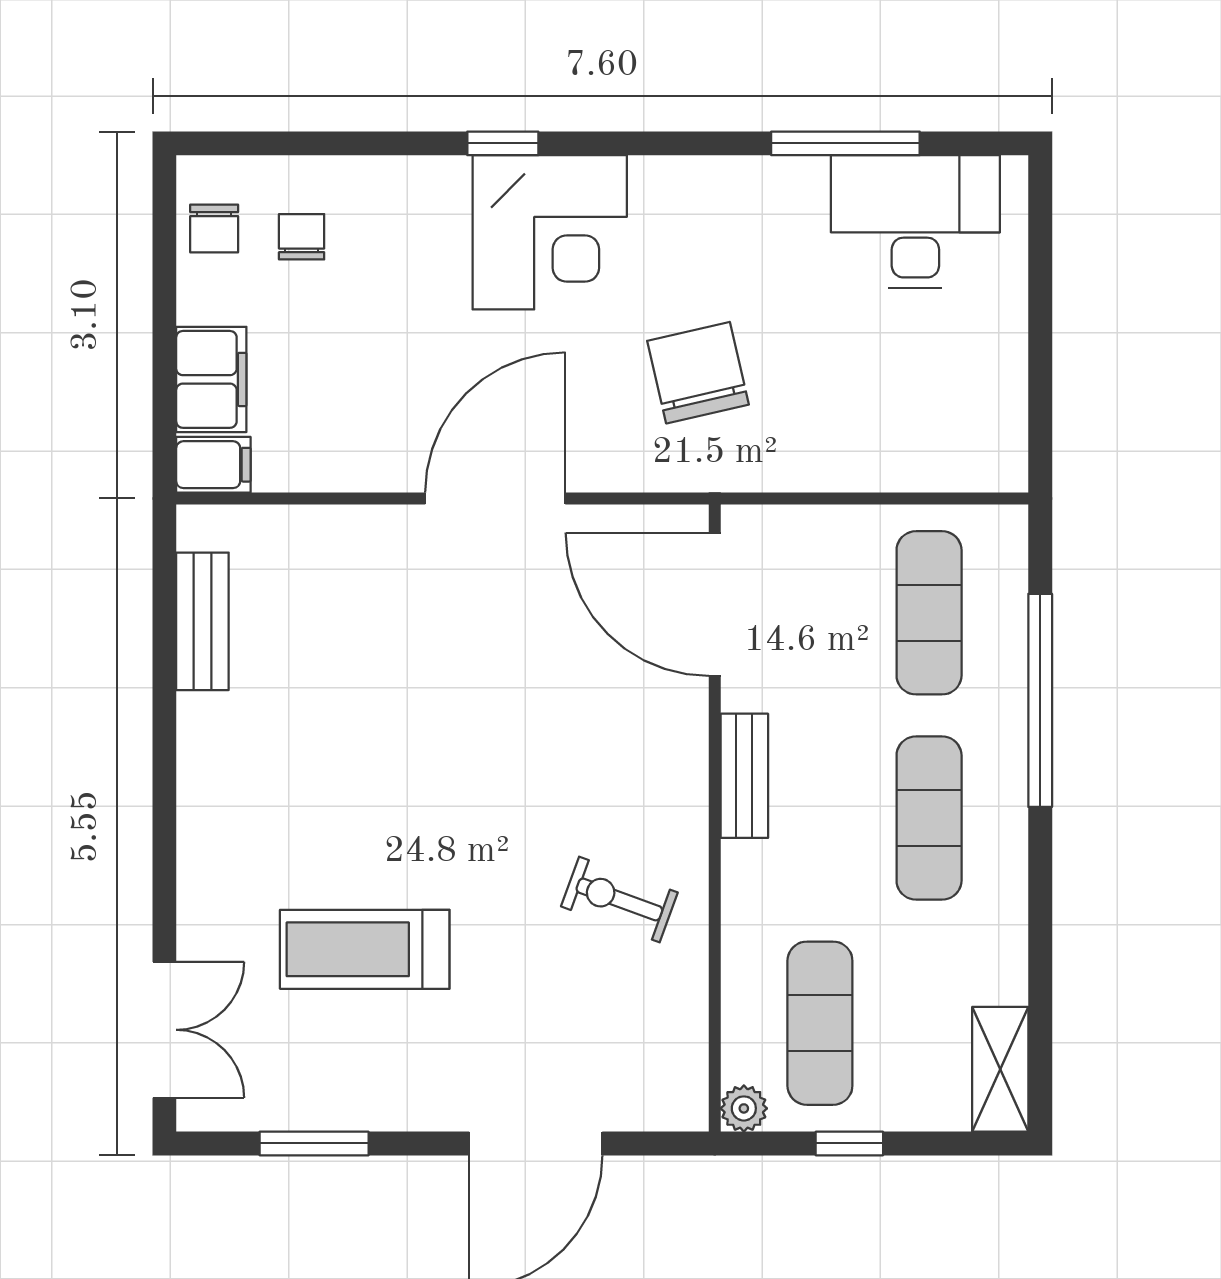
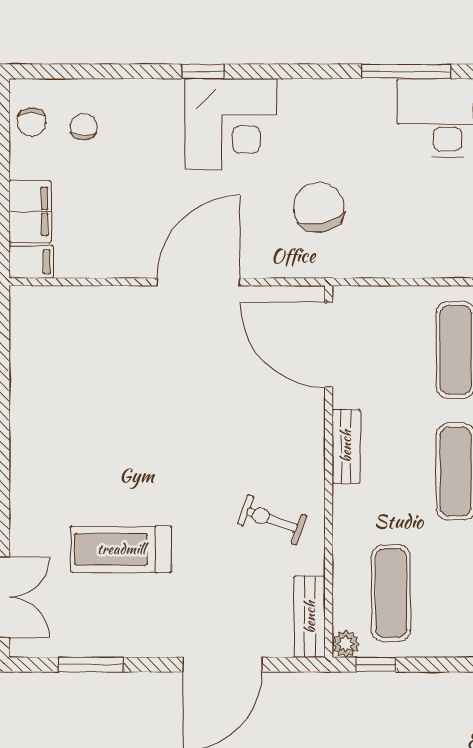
bench: (202, 621) -> (310, 617), moved
window: (849, 1143) -> (376, 665), moved

